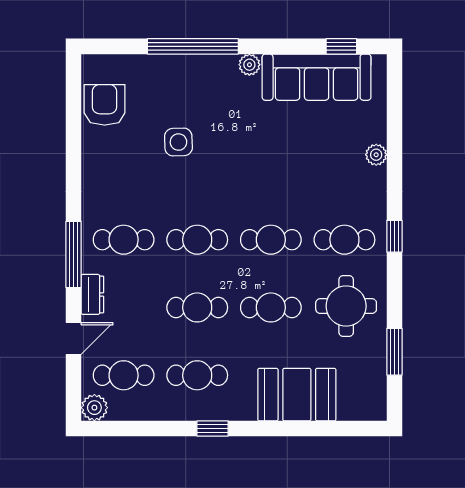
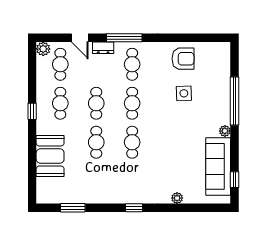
armchair: (105, 105) -> (183, 59), moved
cafe table: (344, 240) -> (132, 181), removed
round table: (346, 306) -> (97, 182), removed

